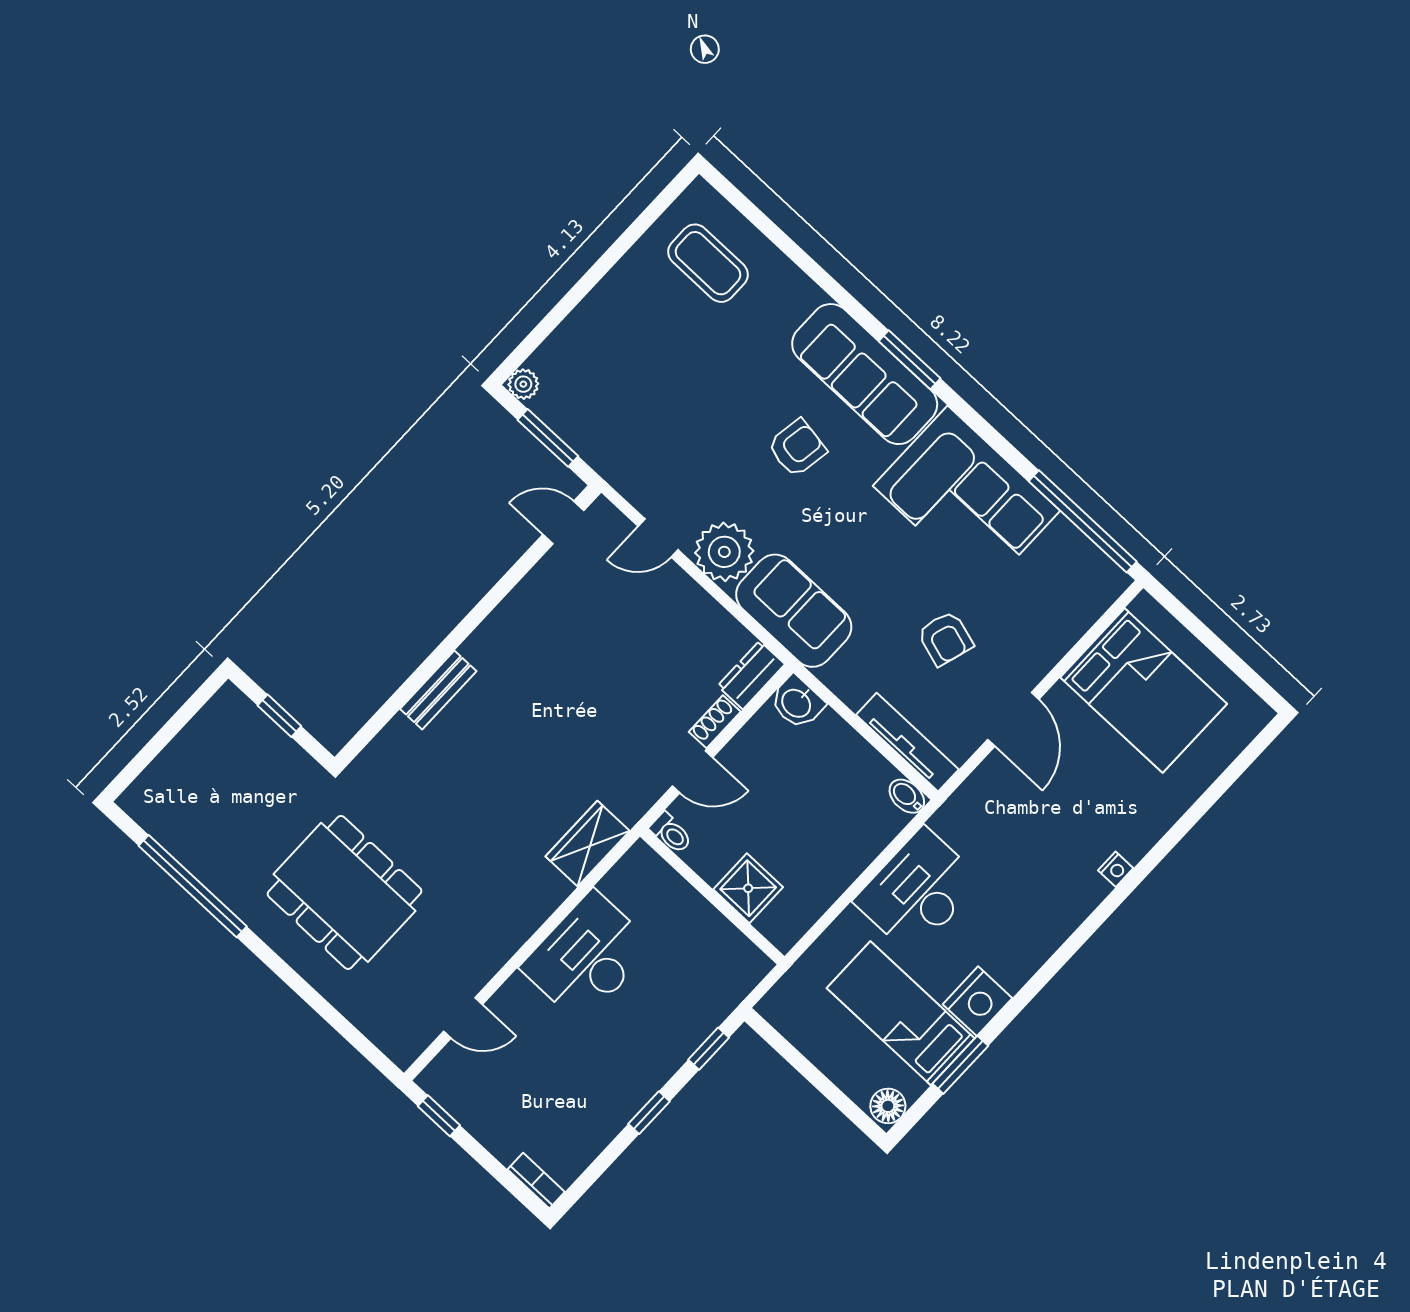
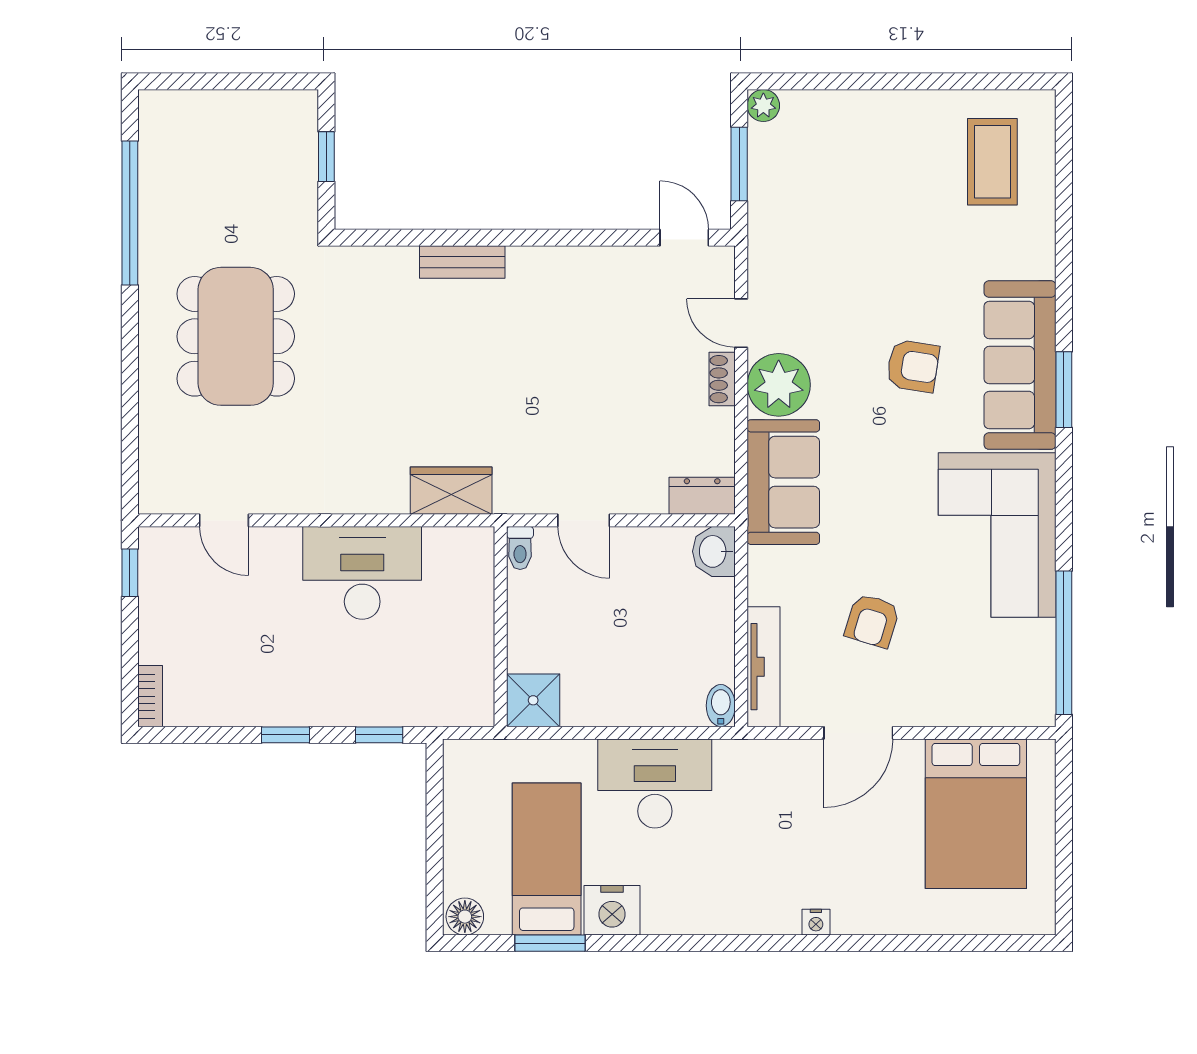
shoe rack: (715, 722) -> (722, 379), moved, turned -90
shower: (748, 888) -> (533, 700), moved

